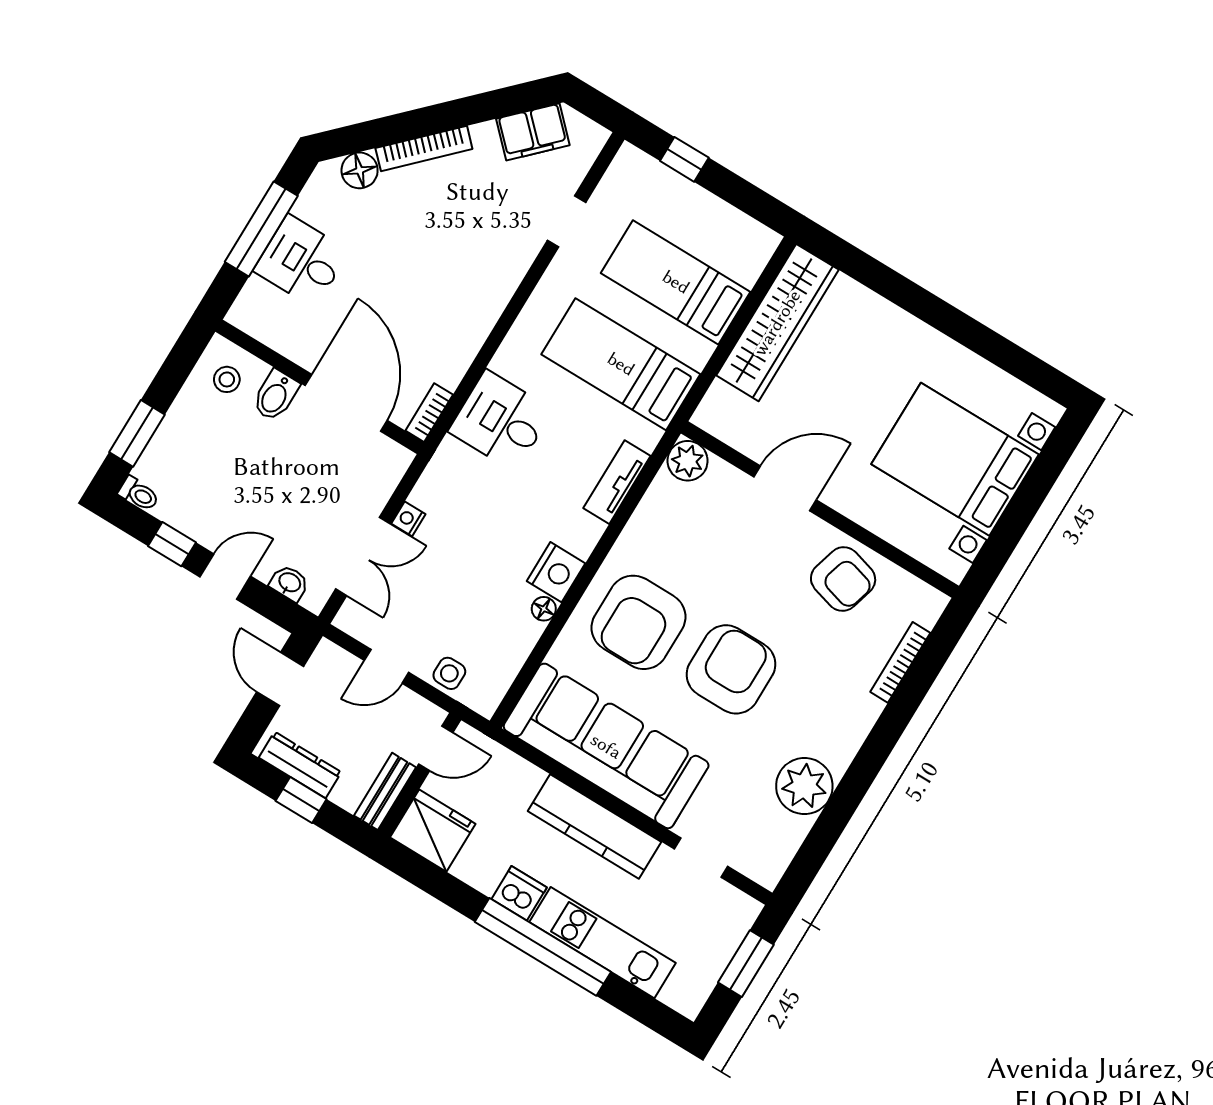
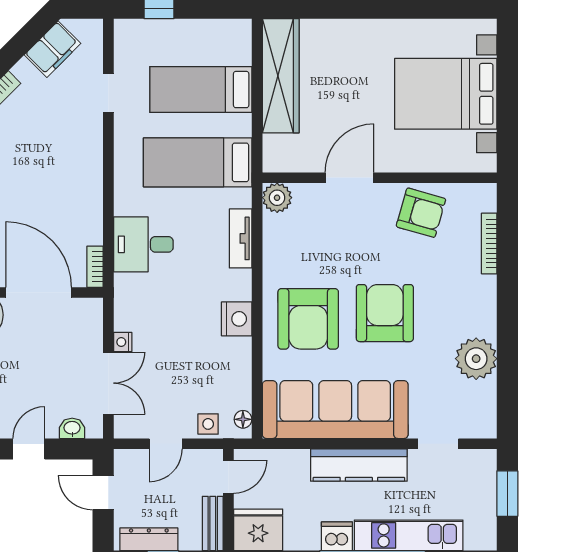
floor lamp: (544, 609) -> (243, 419), moved

